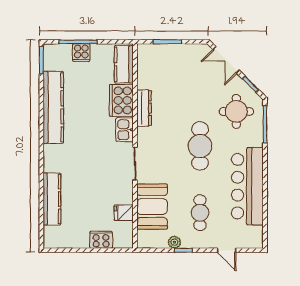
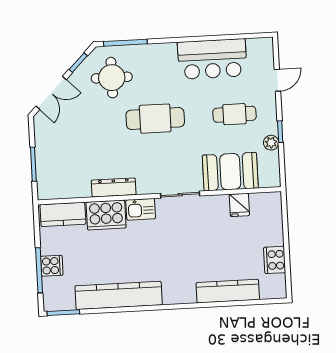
bar counter: (247, 186) -> (212, 59), width x0.73
cooker: (101, 240) -> (275, 260), moved

